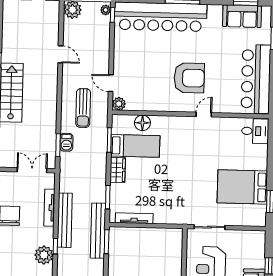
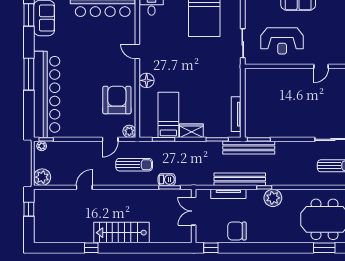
armchair: (189, 78) -> (117, 100), moved
floor lamp: (142, 123) -> (147, 80), moved

